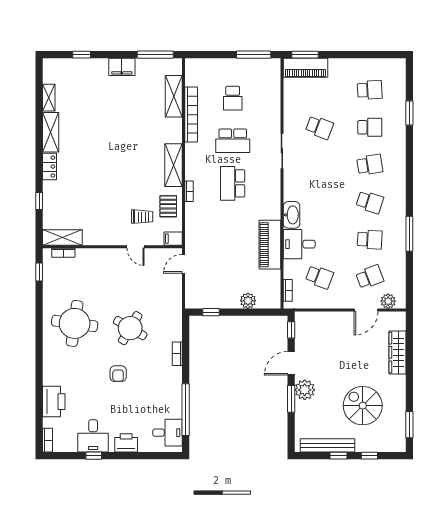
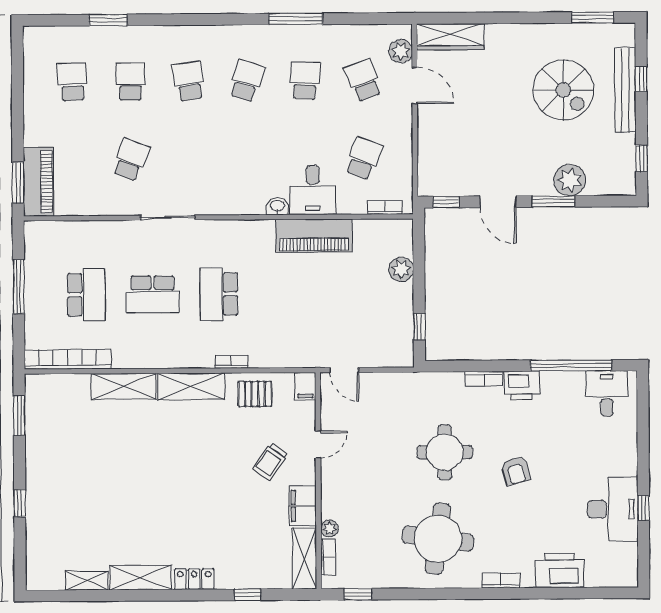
window: (82, 55) -> (20, 503), moved
window: (155, 55) -> (19, 416), width x0.69
window: (254, 55) -> (19, 287), moved
filing cabinet: (122, 67) -> (303, 506), moved, turned 180
shelving: (174, 96) -> (124, 386), moved
school desk: (233, 98) -> (86, 295), width x1.85
bookcase: (191, 115) -> (68, 359), moved
school desk: (233, 141) -> (153, 294), turned 90
school desk: (233, 183) -> (219, 294), turned 90
washbasin: (292, 215) -> (277, 206), width x0.52, depth x0.69
trolley: (142, 217) -> (270, 462), moved, turned -144
plant: (82, 254) -> (329, 528), added
round table: (130, 328) -> (445, 452), turned -30
wardrobe: (397, 352) -> (450, 37), moved
armchair: (118, 374) -> (516, 471), turned 75
plant: (305, 390) -> (570, 180), moved
spiral stairs: (363, 406) -> (563, 90), turned -90
desk: (93, 436) -> (613, 509), width x1.37
bookcase: (48, 440) -> (501, 581), moved
printer: (126, 443) -> (522, 386), moved, turned -90
bench: (328, 445) -> (625, 90), moved
window: (339, 456) -> (642, 158), moved

